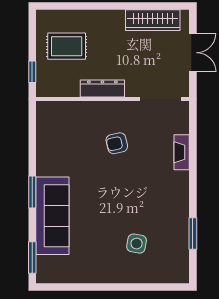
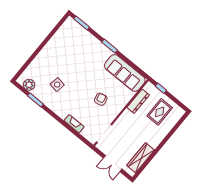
dresser: (102, 89) -> (138, 101), moved
sofa: (52, 216) -> (125, 73), moved
side table: (137, 244) -> (57, 85), moved
plant: (179, 260) -> (29, 85), added

